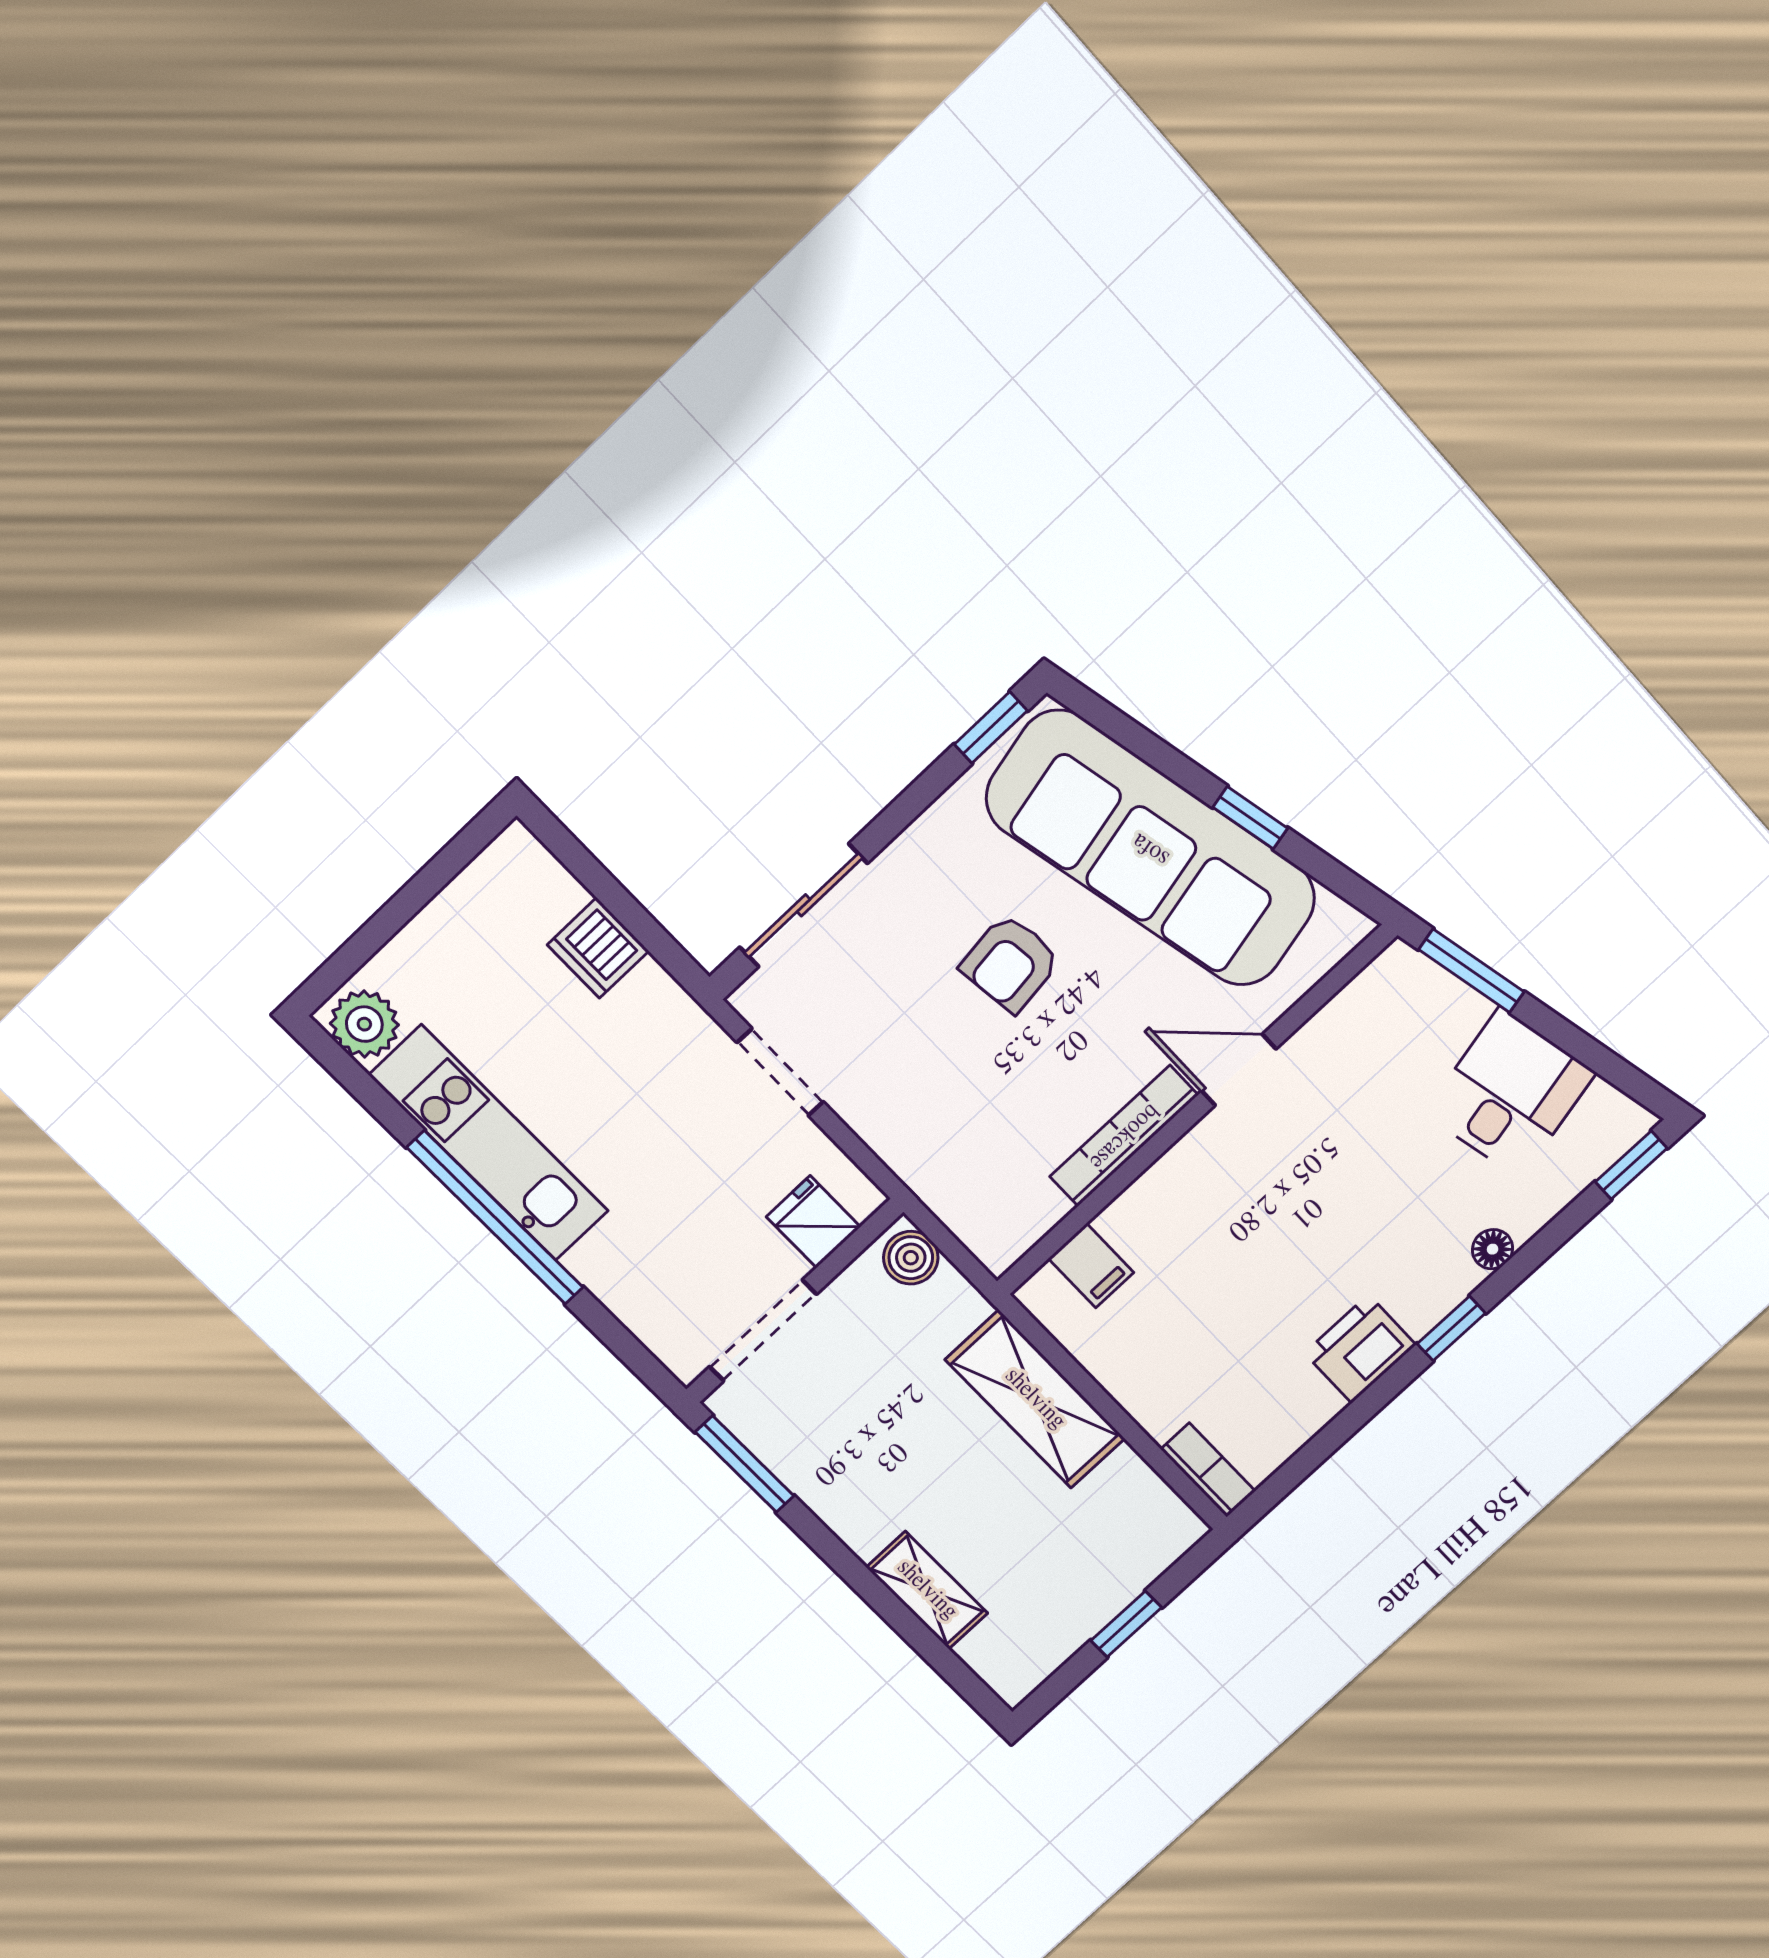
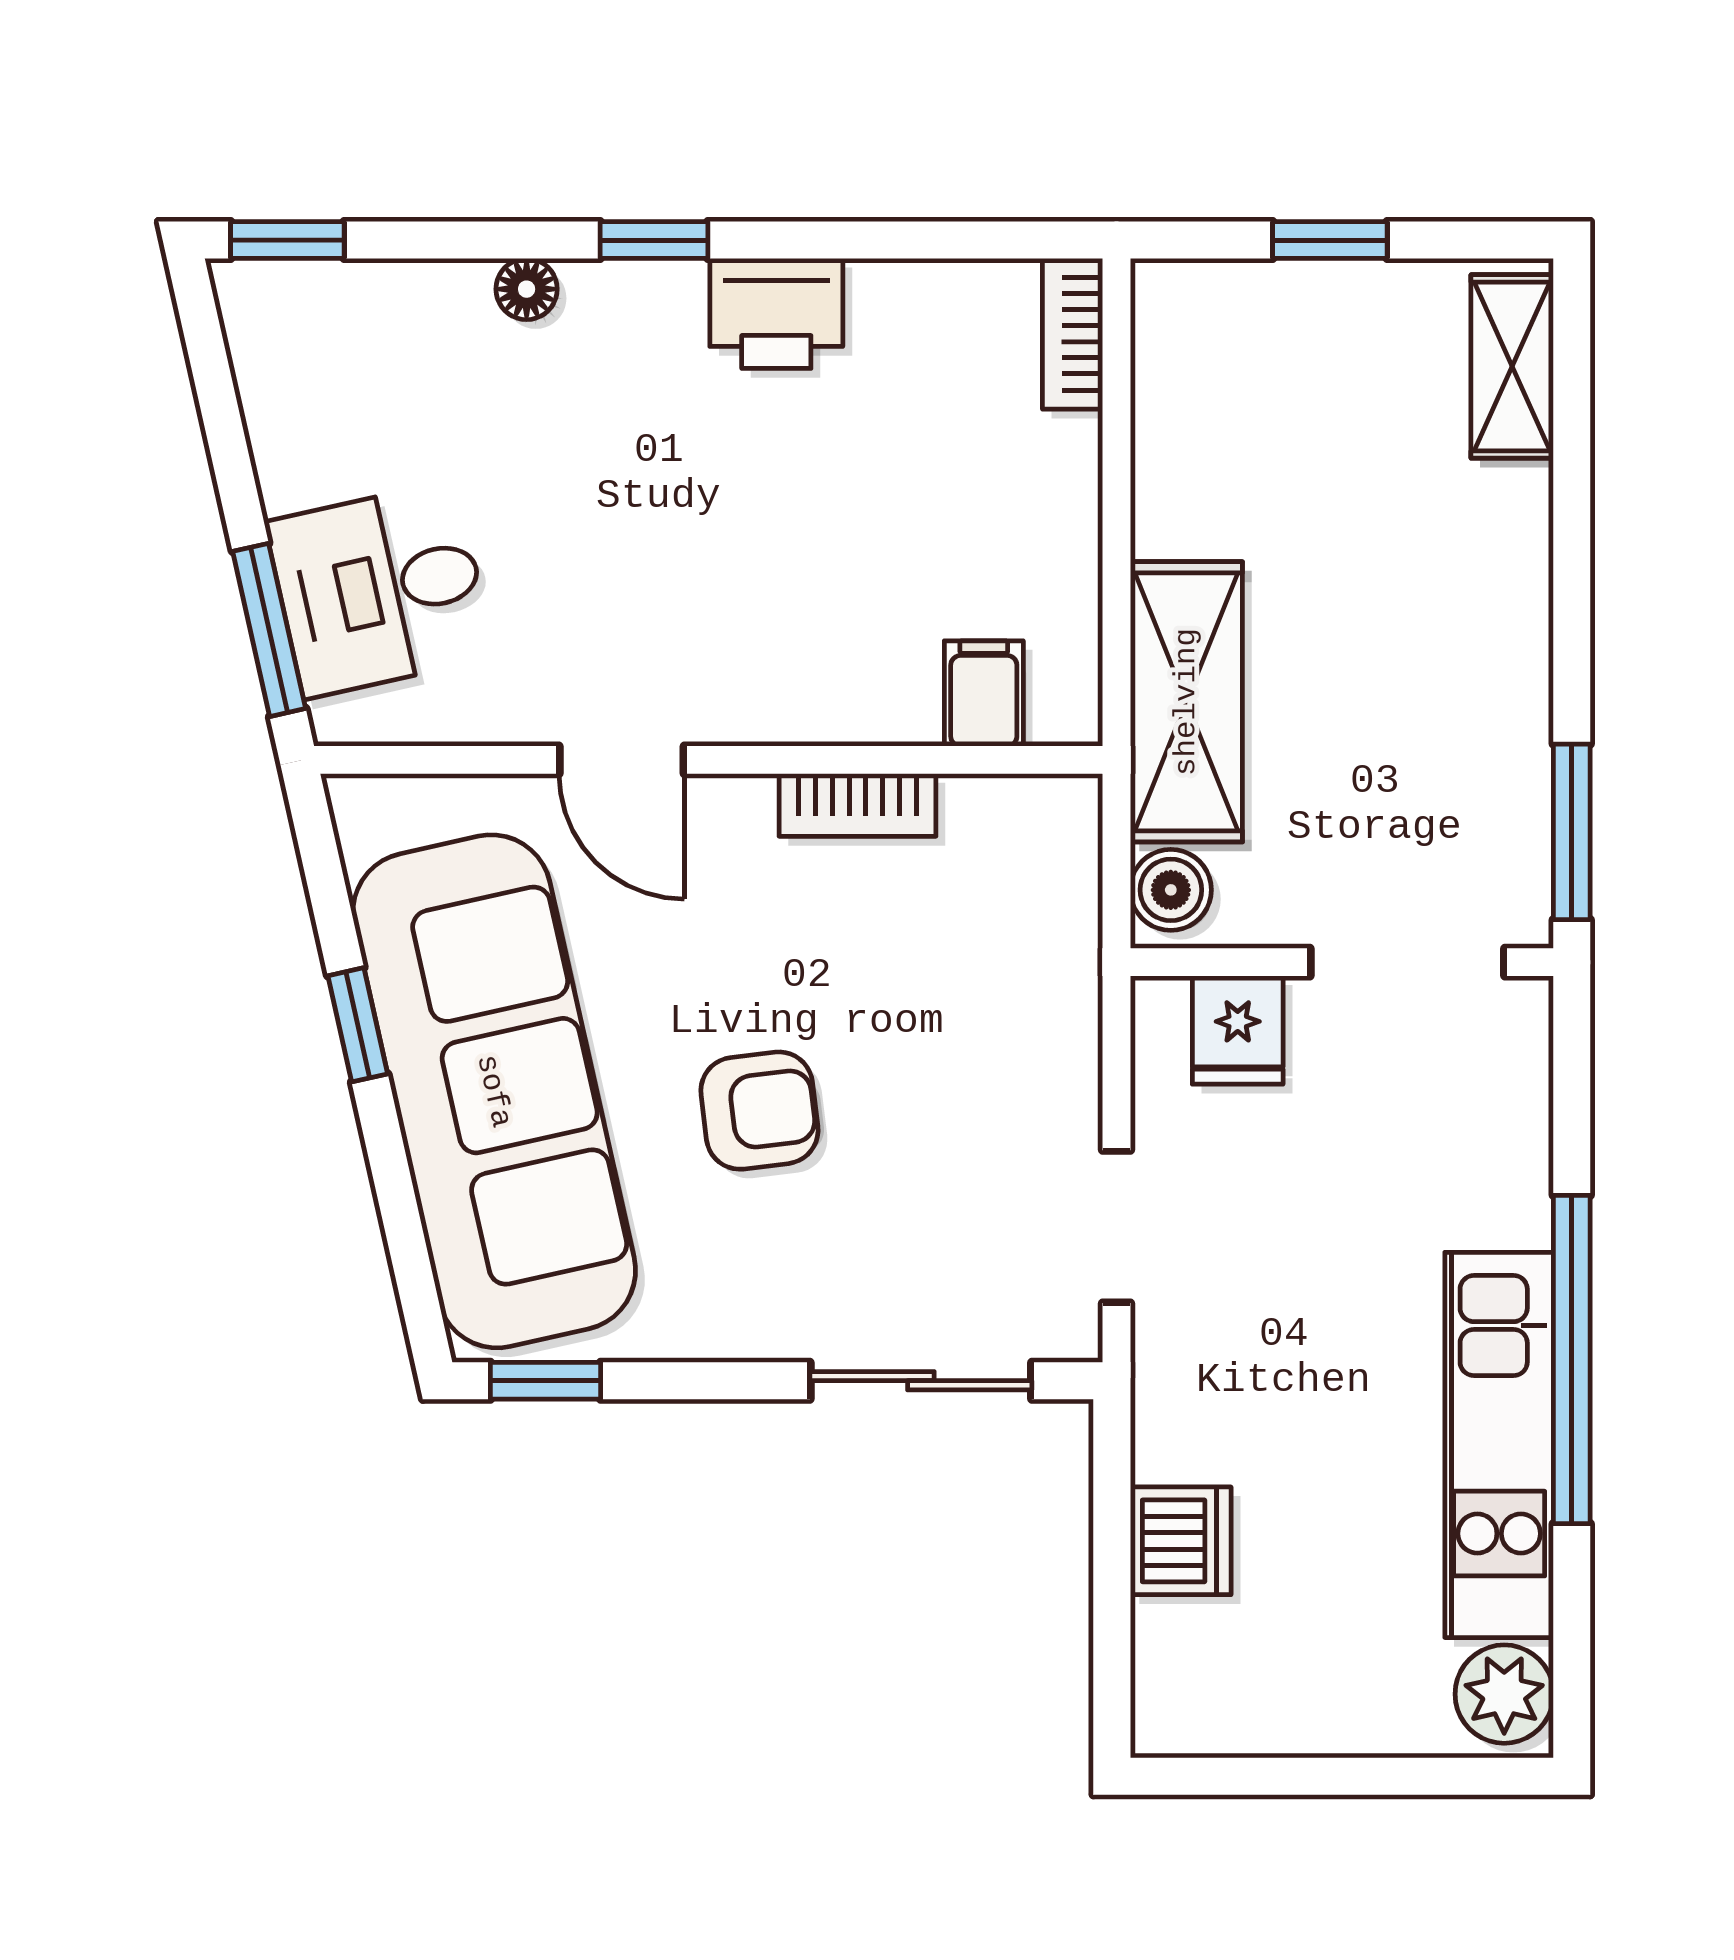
desk: (1510, 1093) -> (380, 589), moved
bookcase: (1124, 1136) -> (858, 805), width x0.64
shelving: (1035, 1399) -> (1186, 702), moved
shelving: (927, 1590) -> (1512, 366), moved

